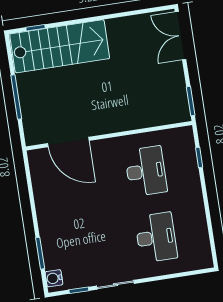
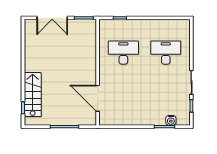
double door: (181, 36) -> (52, 18), moved
stairs: (60, 46) -> (33, 95), width x0.73, depth x0.66
door: (68, 142) -> (98, 98), swing flipped
water cooler: (54, 278) -> (171, 120), moved

